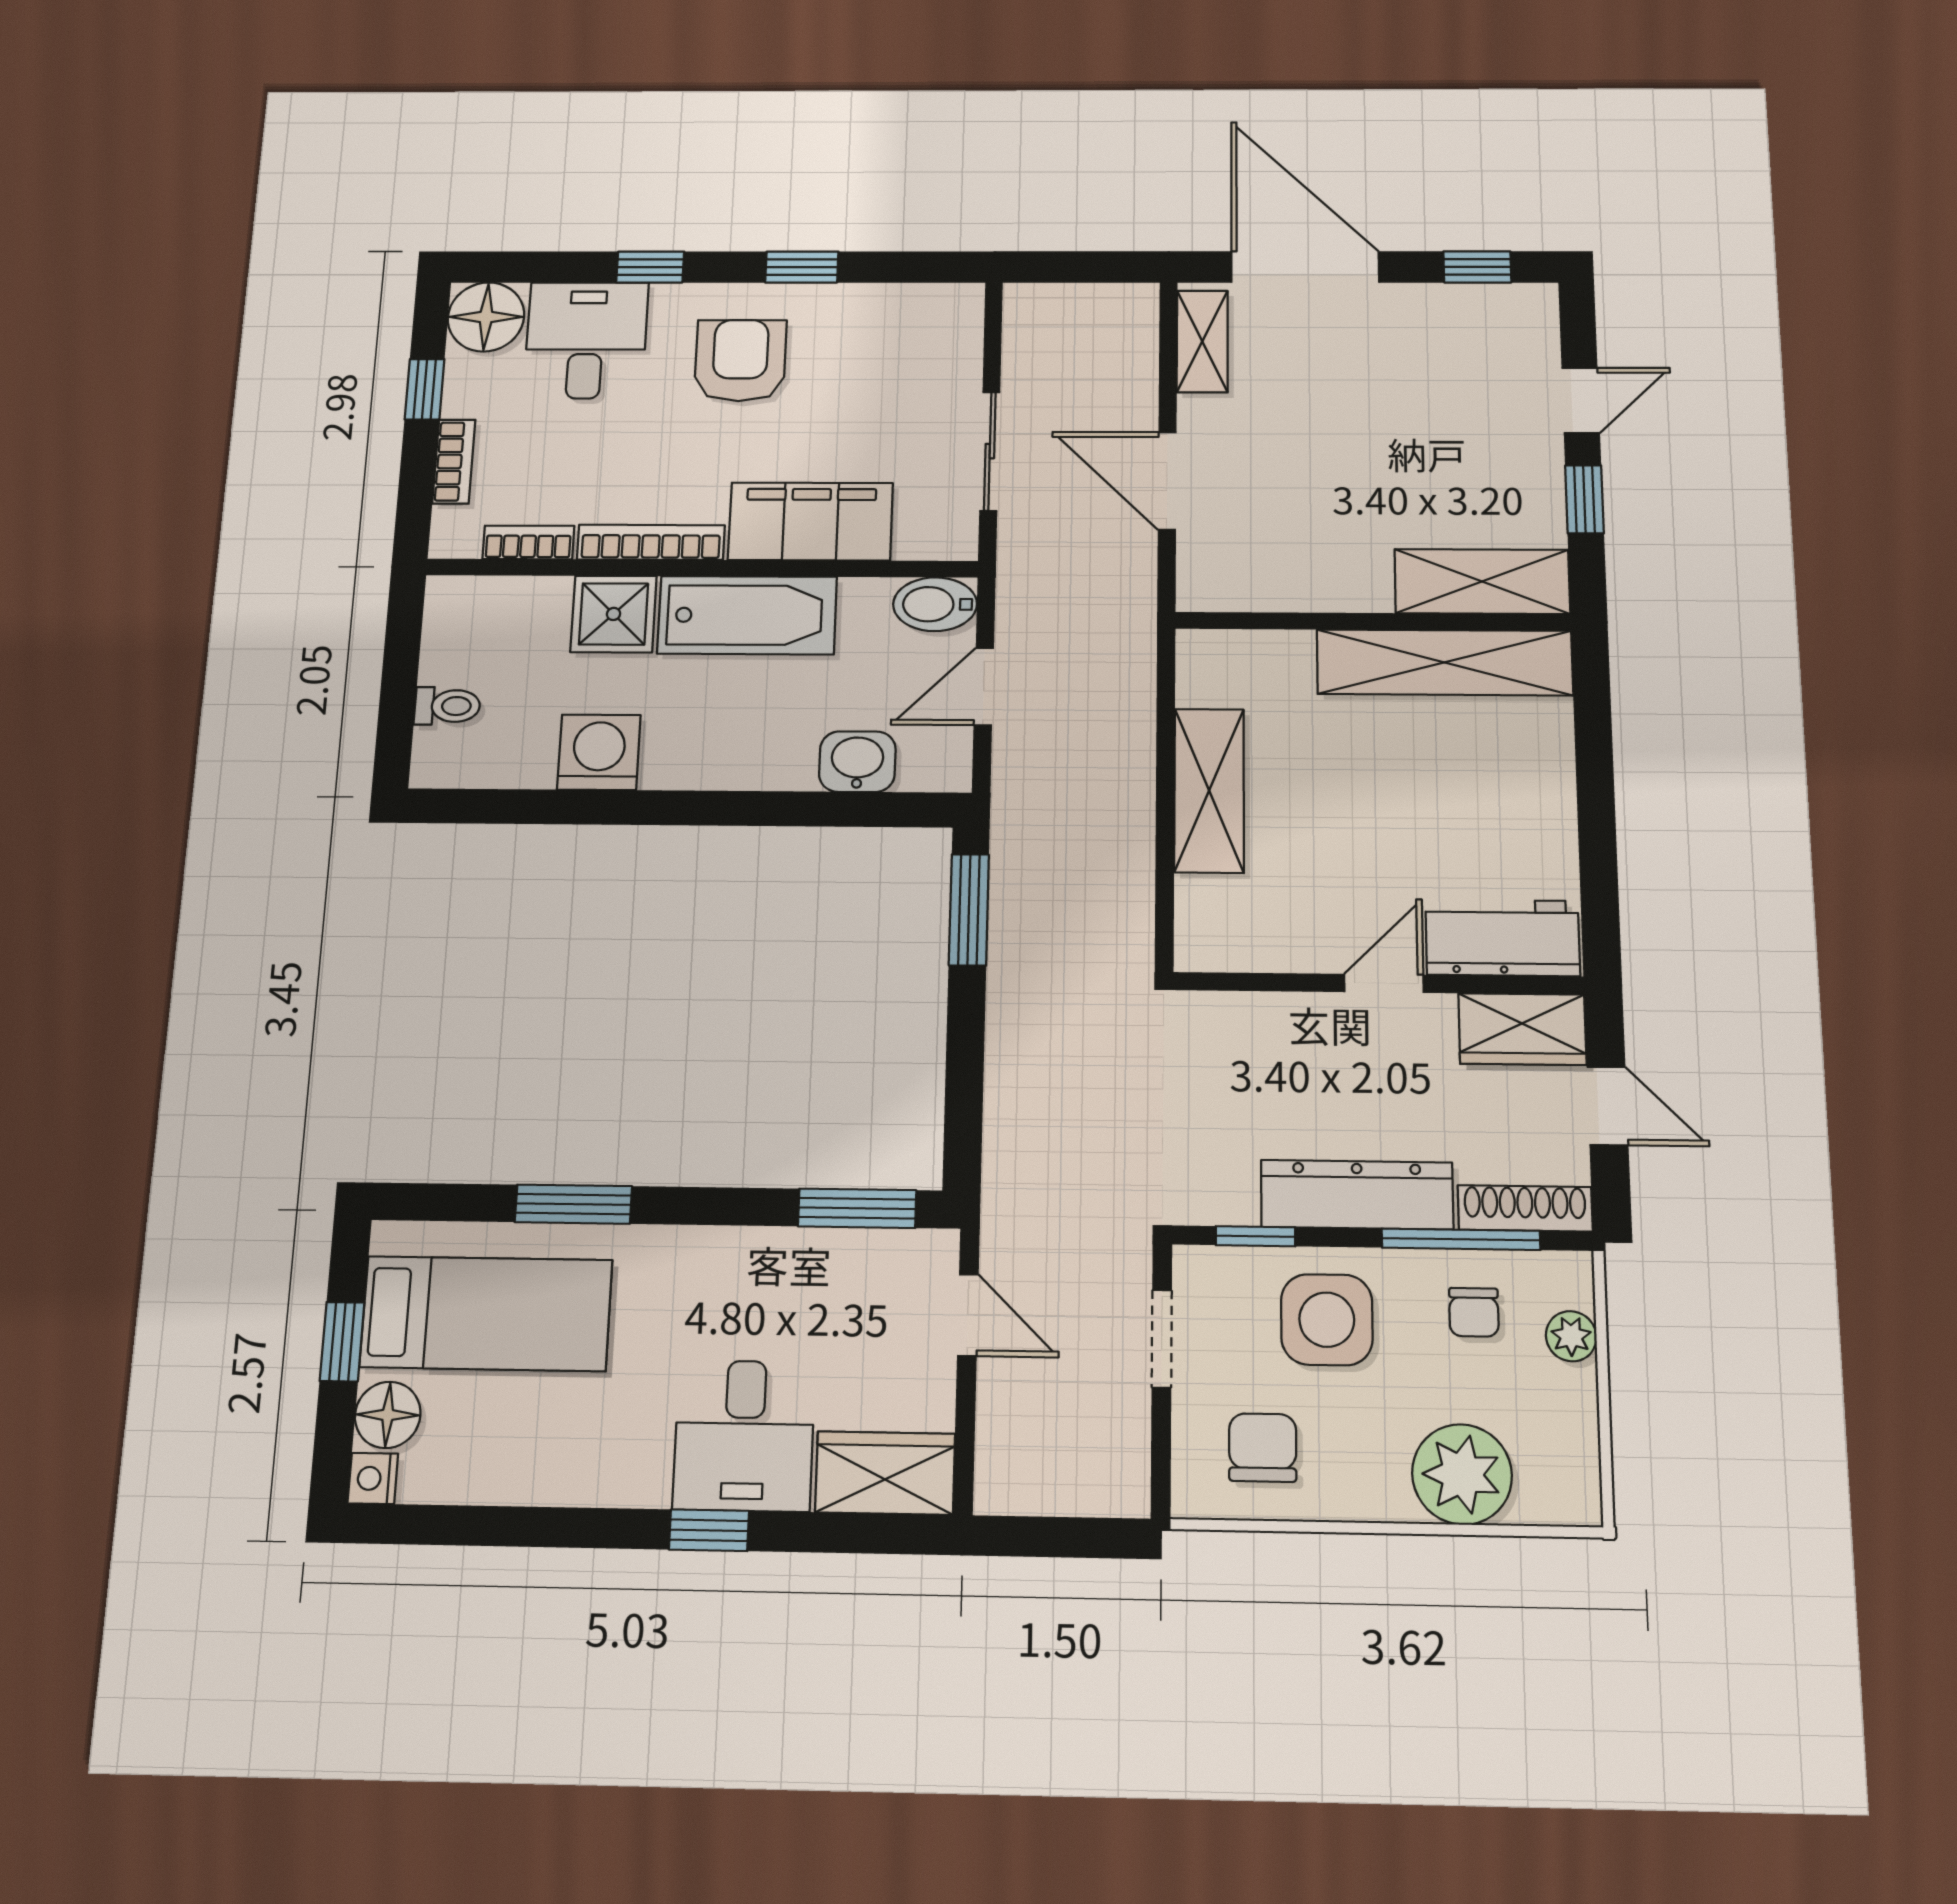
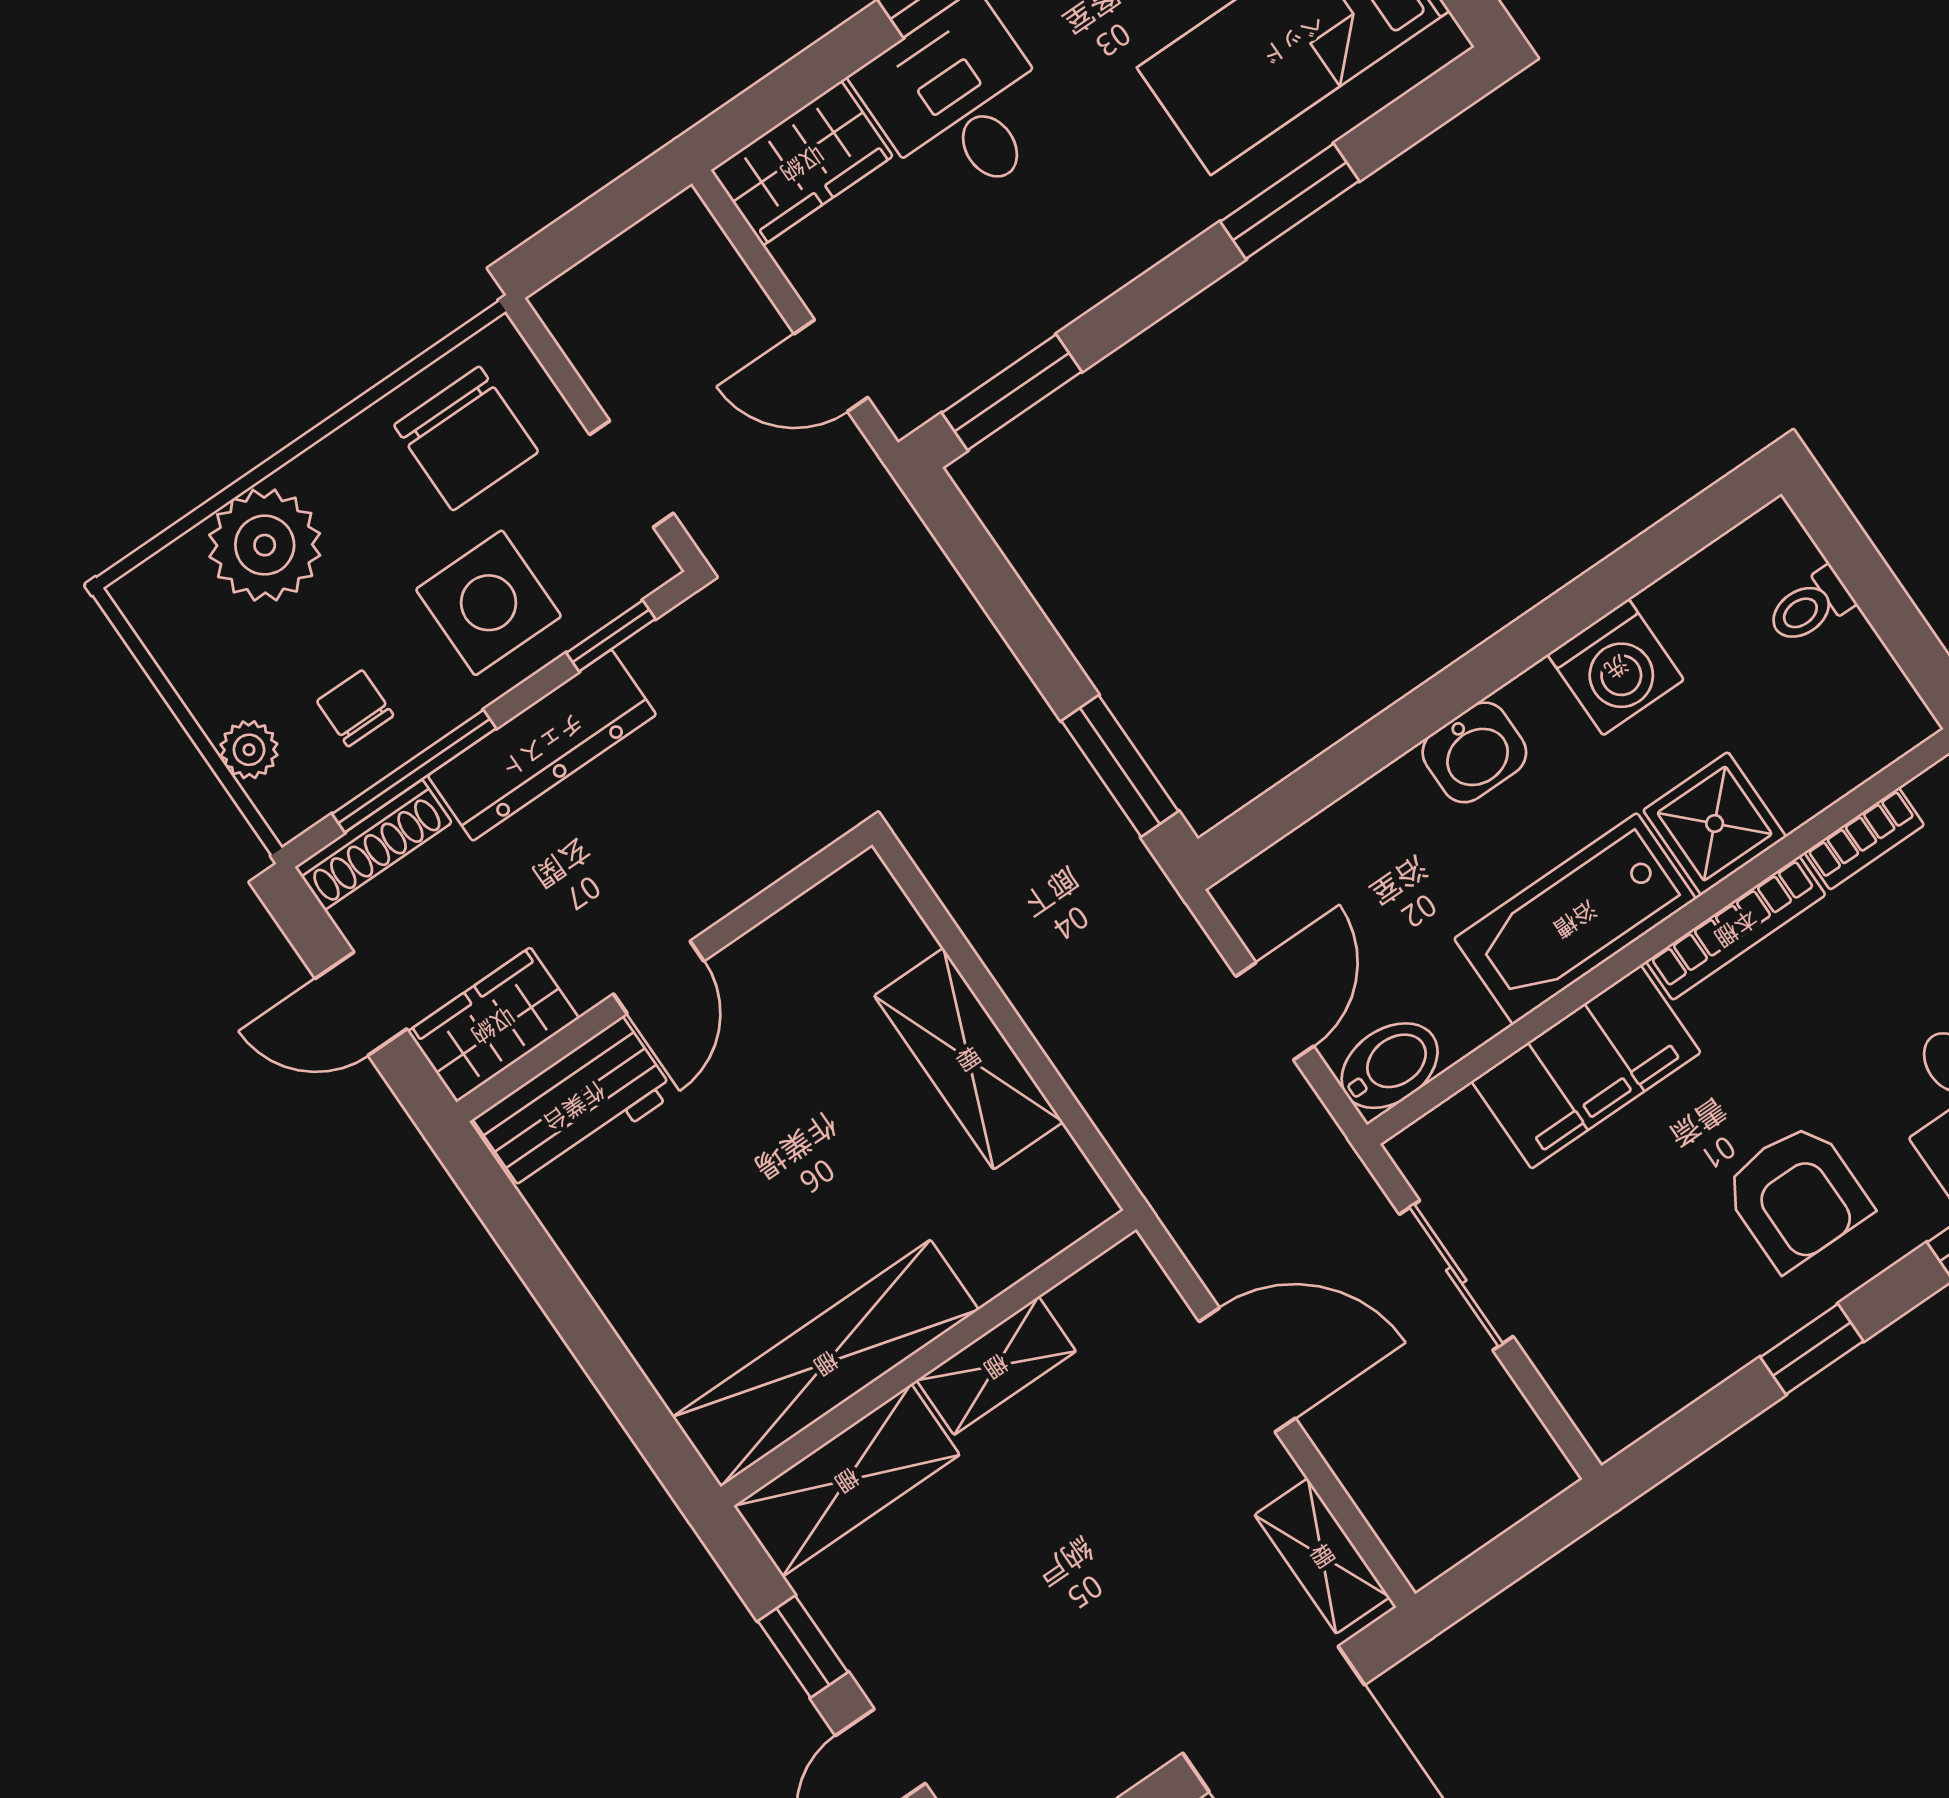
shelving: (1331, 588) -> (996, 1366), added
washbasin: (857, 762) -> (1474, 752), moved
chair: (1263, 1448) -> (466, 438), width x1.37, depth x1.37

